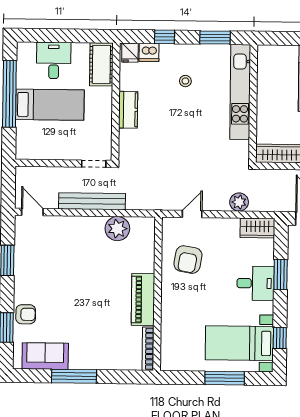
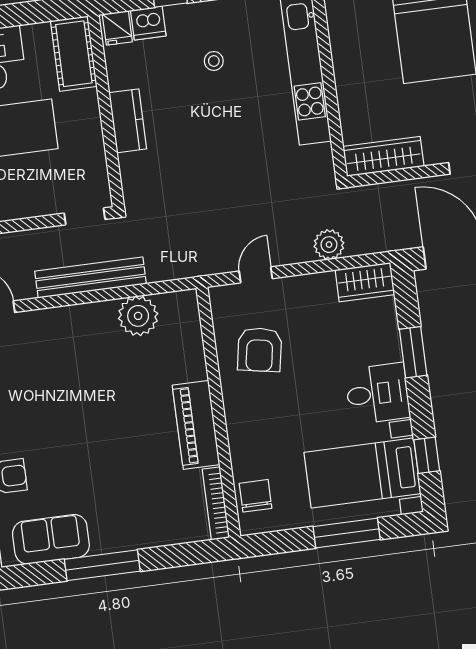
desk: (256, 283) -> (377, 394), moved
chair: (173, 348) -> (256, 496), added

